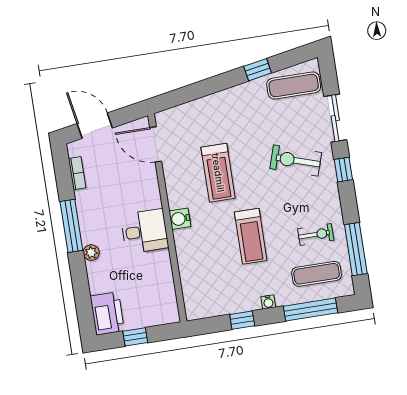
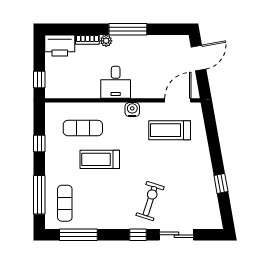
exercise mat: (294, 85) -> (83, 128), moved, turned 90
bookcase: (77, 173) -> (87, 40), moved
treadmill: (218, 173) -> (170, 130), moved
water cooler: (180, 219) -> (132, 110), moved
exercise bike: (316, 234) -> (94, 207), removed
water cooler: (268, 302) -> (50, 165), removed
window: (135, 337) -> (39, 80), moved

